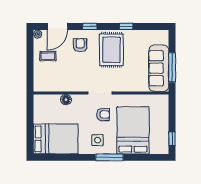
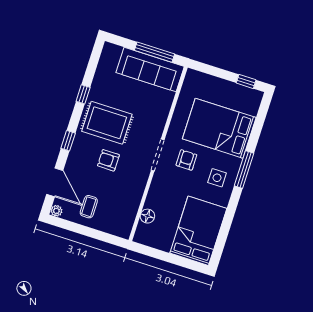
armchair: (80, 45) -> (108, 160), moved
floor lamp: (66, 100) -> (147, 216), moved

